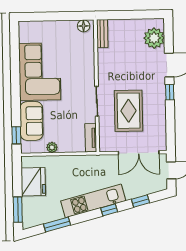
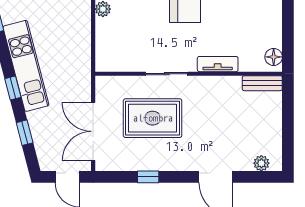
plant: (154, 38) -> (261, 163), width x0.53, depth x0.53
window: (170, 92) -> (148, 177), moved
tv unit: (91, 138) -> (218, 64), moved

